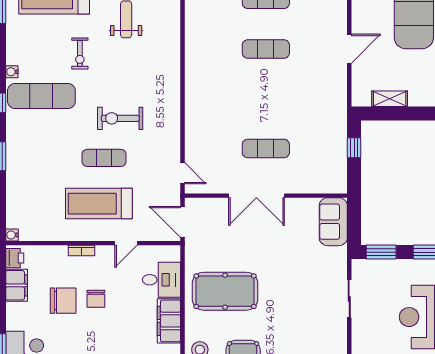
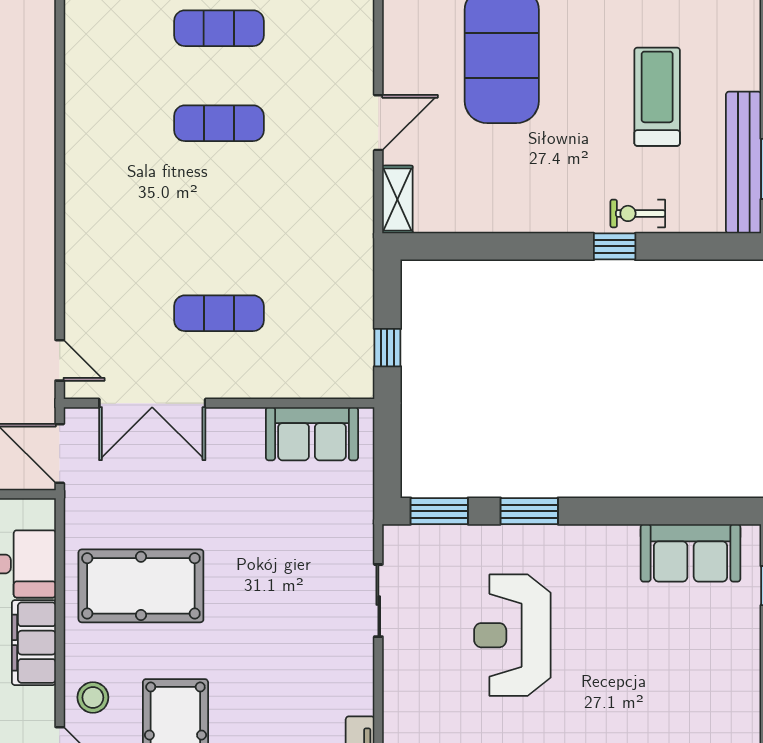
shelving: (390, 99) -> (397, 200), moved, turned 90
window: (354, 148) -> (387, 348), moved
double door: (256, 196) -> (152, 403), moved
sofa: (333, 222) -> (312, 434), moved, turned -90

